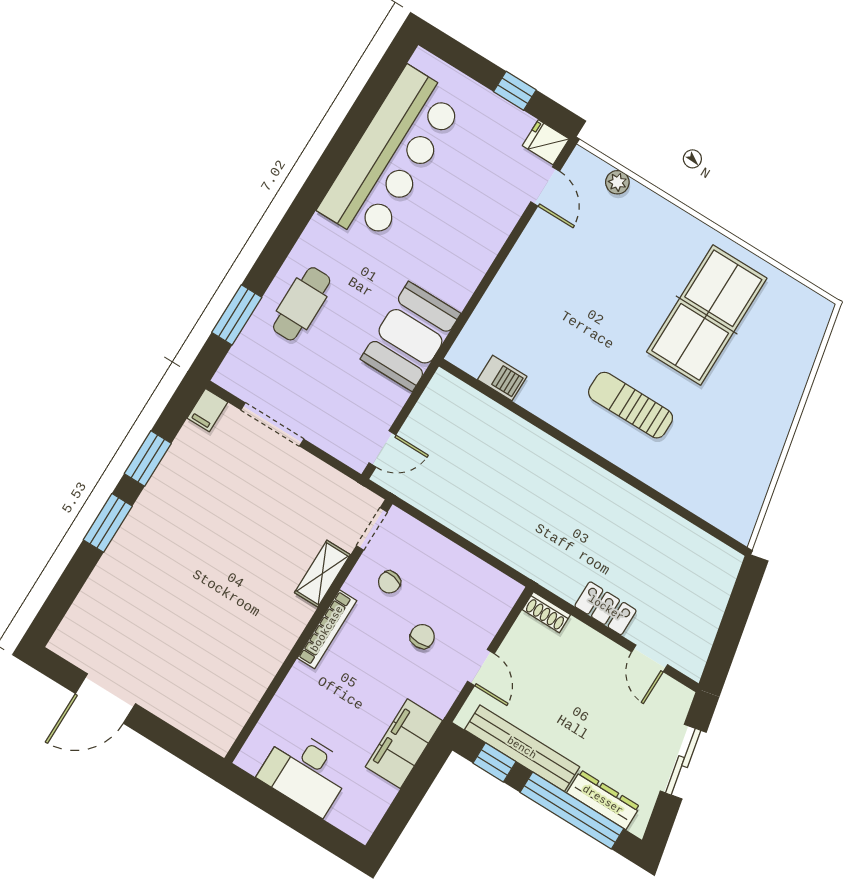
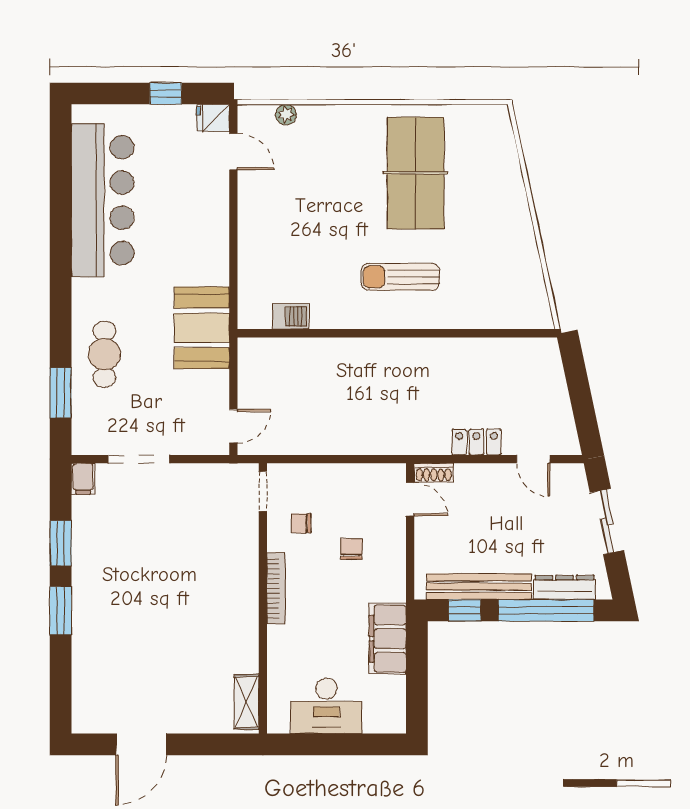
shelving: (322, 574) -> (246, 702), moved
chair: (389, 582) -> (301, 523), turned 79
door: (481, 668) -> (410, 499), moved

